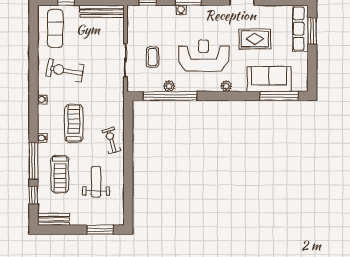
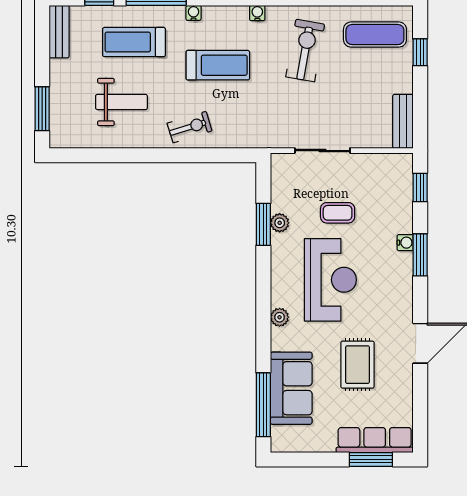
bench: (102, 11) -> (403, 121), width x0.73
coffee table: (153, 57) -> (338, 213), moved
window: (170, 96) -> (263, 224), width x0.47

